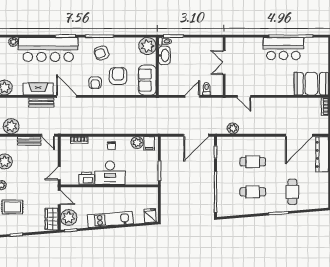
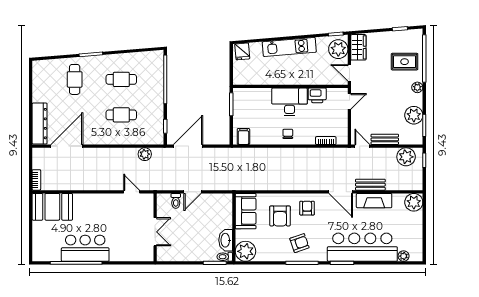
plant: (137, 143) -> (258, 138), removed

